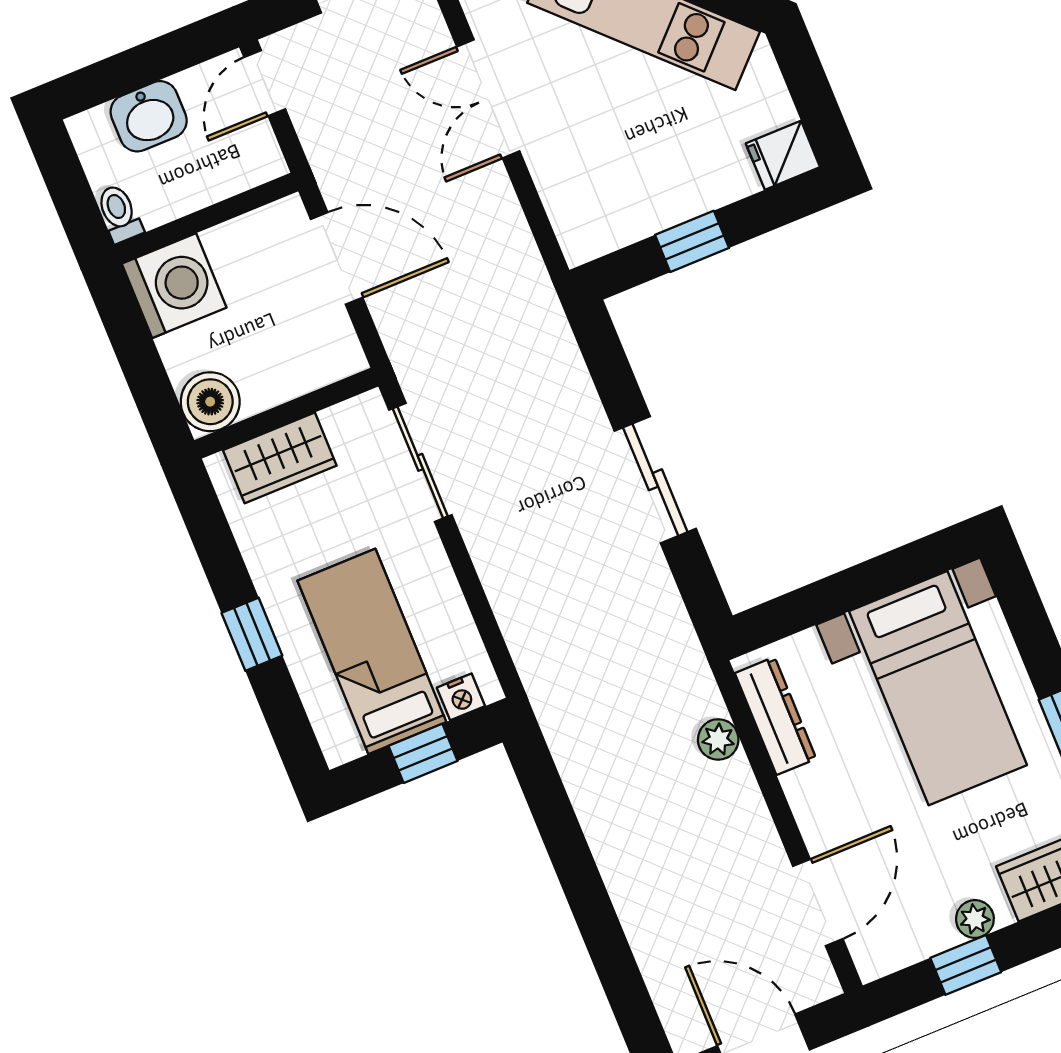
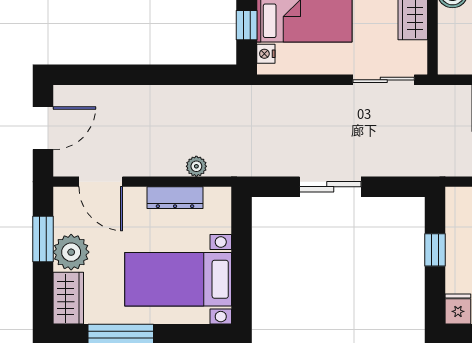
dresser: (776, 716) -> (175, 198), moved
plant: (975, 919) -> (71, 252), width x1.88, depth x1.88
window: (966, 965) -> (43, 239), width x1.50

